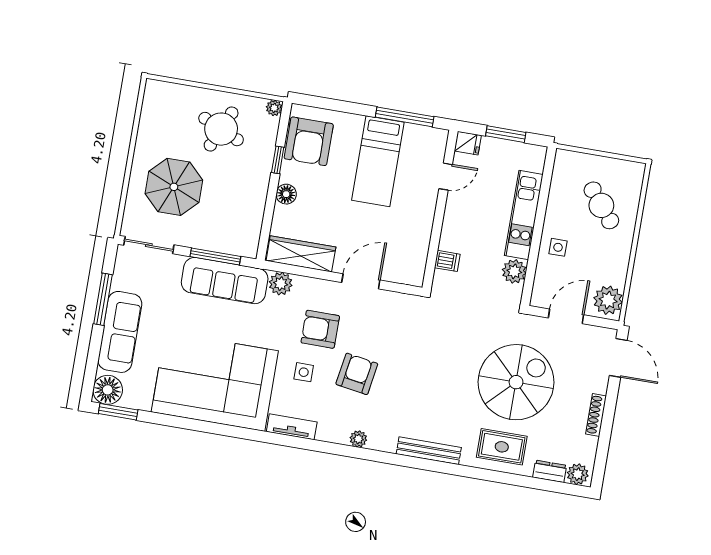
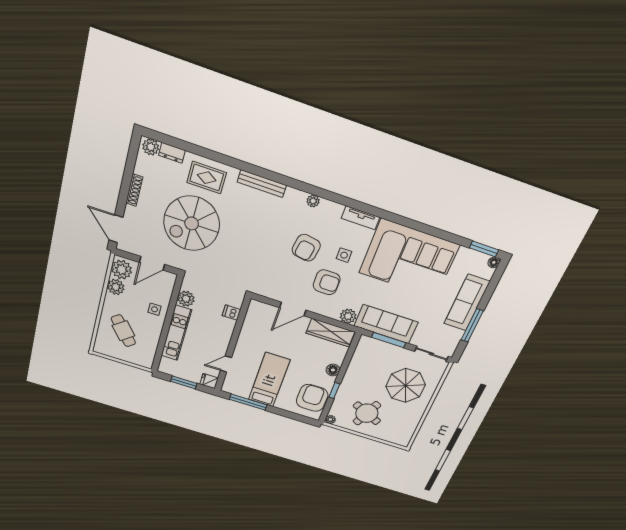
plant: (615, 273) -> (116, 287), added
floor lamp: (108, 390) -> (494, 262), width x0.53, depth x0.53

